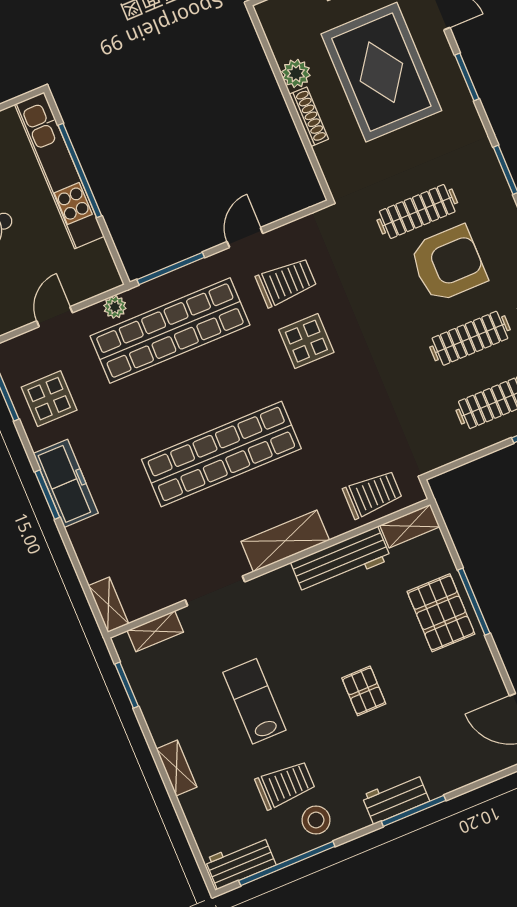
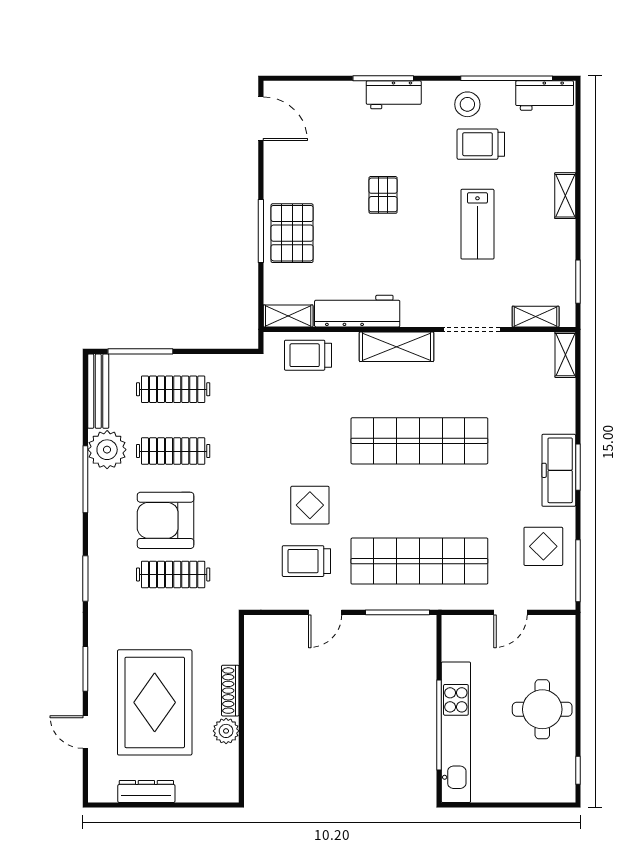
plant: (115, 307) -> (457, 600), removed

